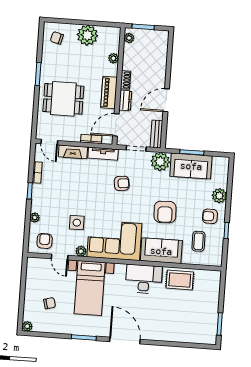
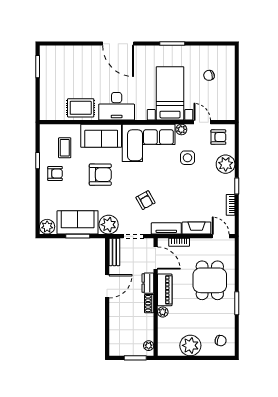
plant: (113, 58) -> (163, 312), moved
dining table: (63, 99) -> (210, 280), turned 90
door: (116, 125) -> (156, 258), hinge flipped
armchair: (122, 183) -> (146, 200), turned -112
plant: (219, 196) -> (47, 227), moved
armchair: (165, 212) -> (100, 175), turned 92
plant: (35, 217) -> (226, 164), width x1.88, depth x1.88
armchair: (45, 241) -> (218, 137), turned -90
plant: (27, 326) -> (230, 51), removed
door: (125, 340) -> (118, 44), moved

